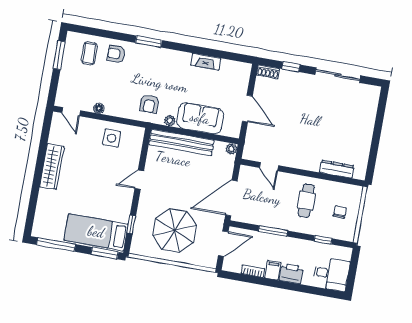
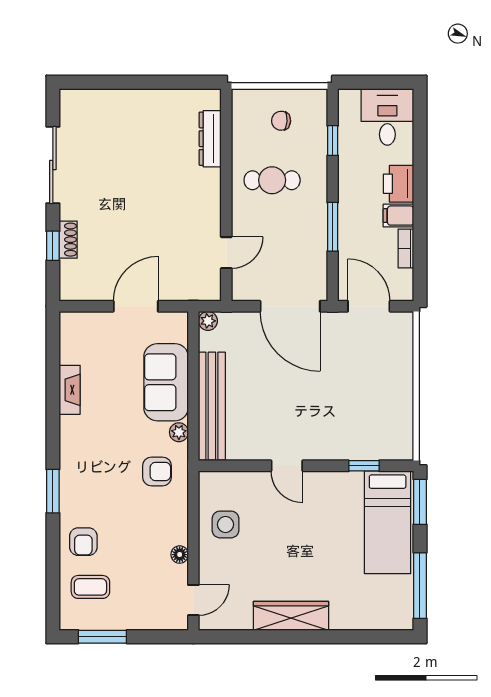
shoe rack: (268, 72) -> (68, 240), moved
parasol: (174, 230) -> (361, 392), removed

